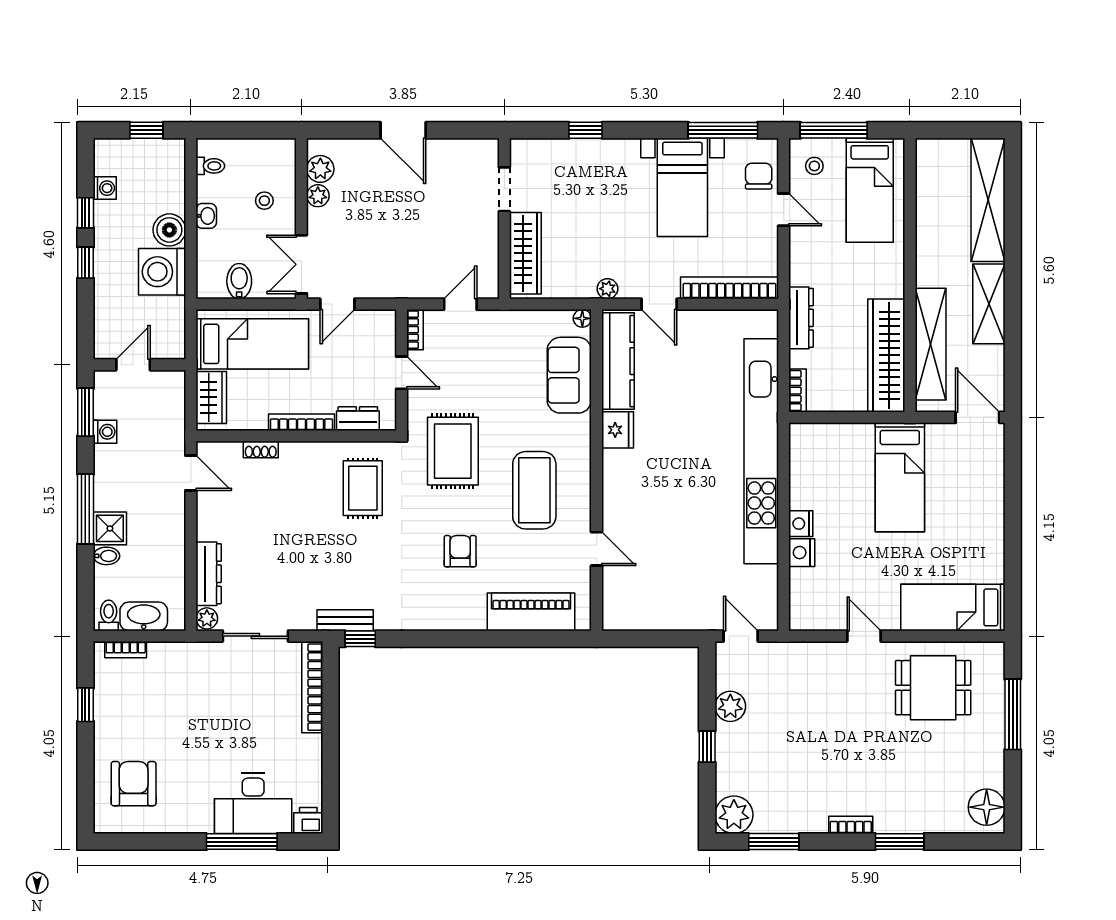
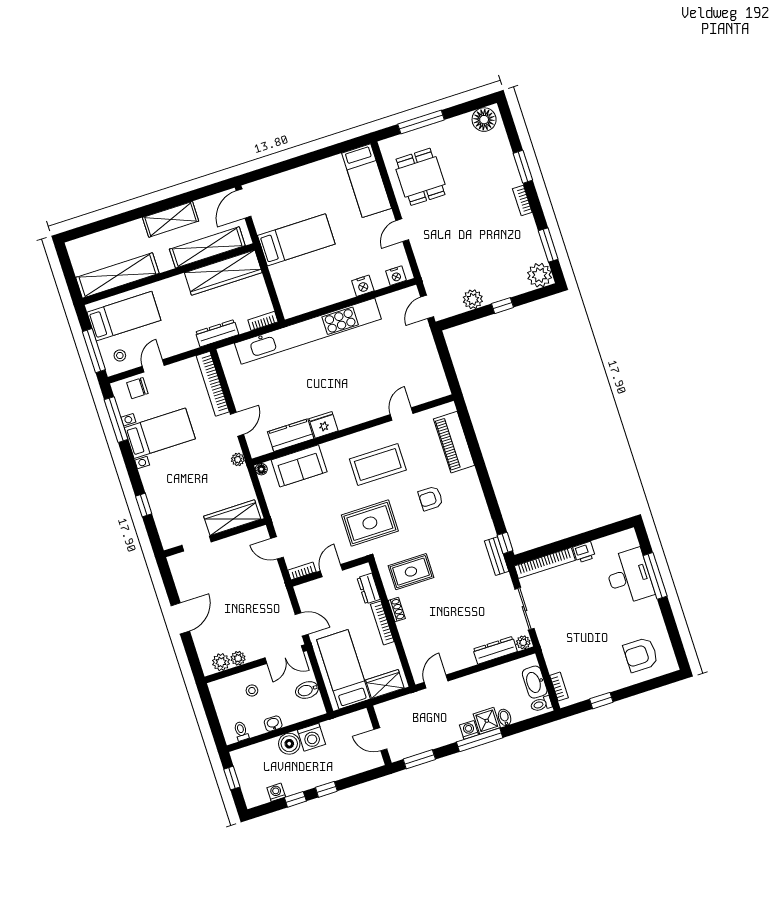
shelving: (988, 200) -> (117, 275), moved
washing machine: (162, 272) -> (311, 737), width x0.73, depth x0.73
kitchen counter: (618, 361) -> (291, 435), width x0.67
washing machine: (105, 432) -> (469, 730), moved
shoe rack: (261, 450) -> (397, 610), moved
nightstand: (801, 524) -> (396, 276), moved
printer: (308, 821) -> (584, 552), moved, turned -90

